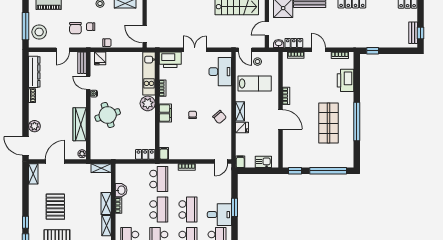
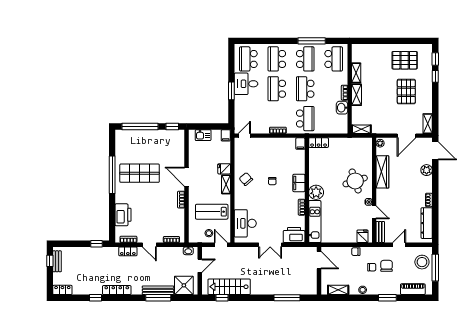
locker: (294, 43) -> (128, 251), moved
shop shelf: (328, 123) -> (140, 173), turned 90
school desk: (159, 179) -> (305, 119), turned 180

